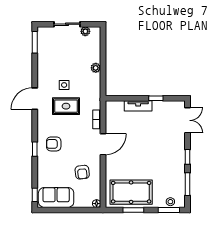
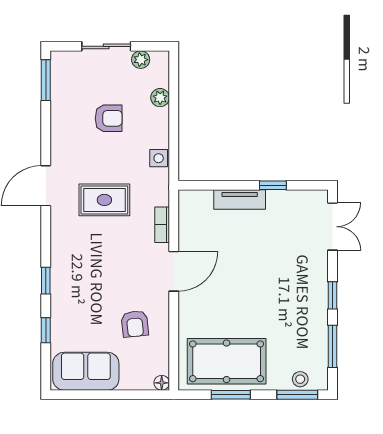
plant: (96, 68) -> (160, 98), moved
side table: (64, 85) -> (159, 158), moved
armchair: (54, 144) -> (109, 118), moved, turned 180
window: (35, 195) -> (46, 330), moved

